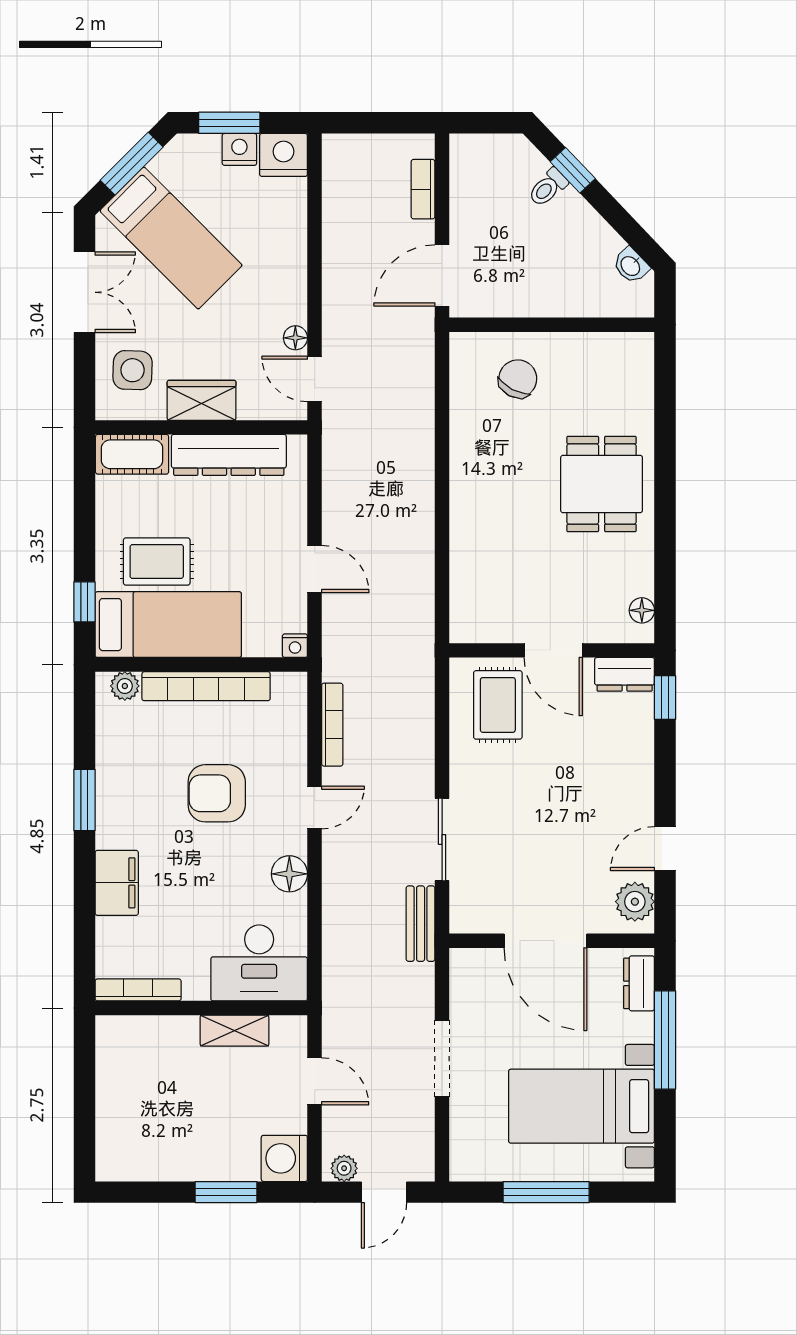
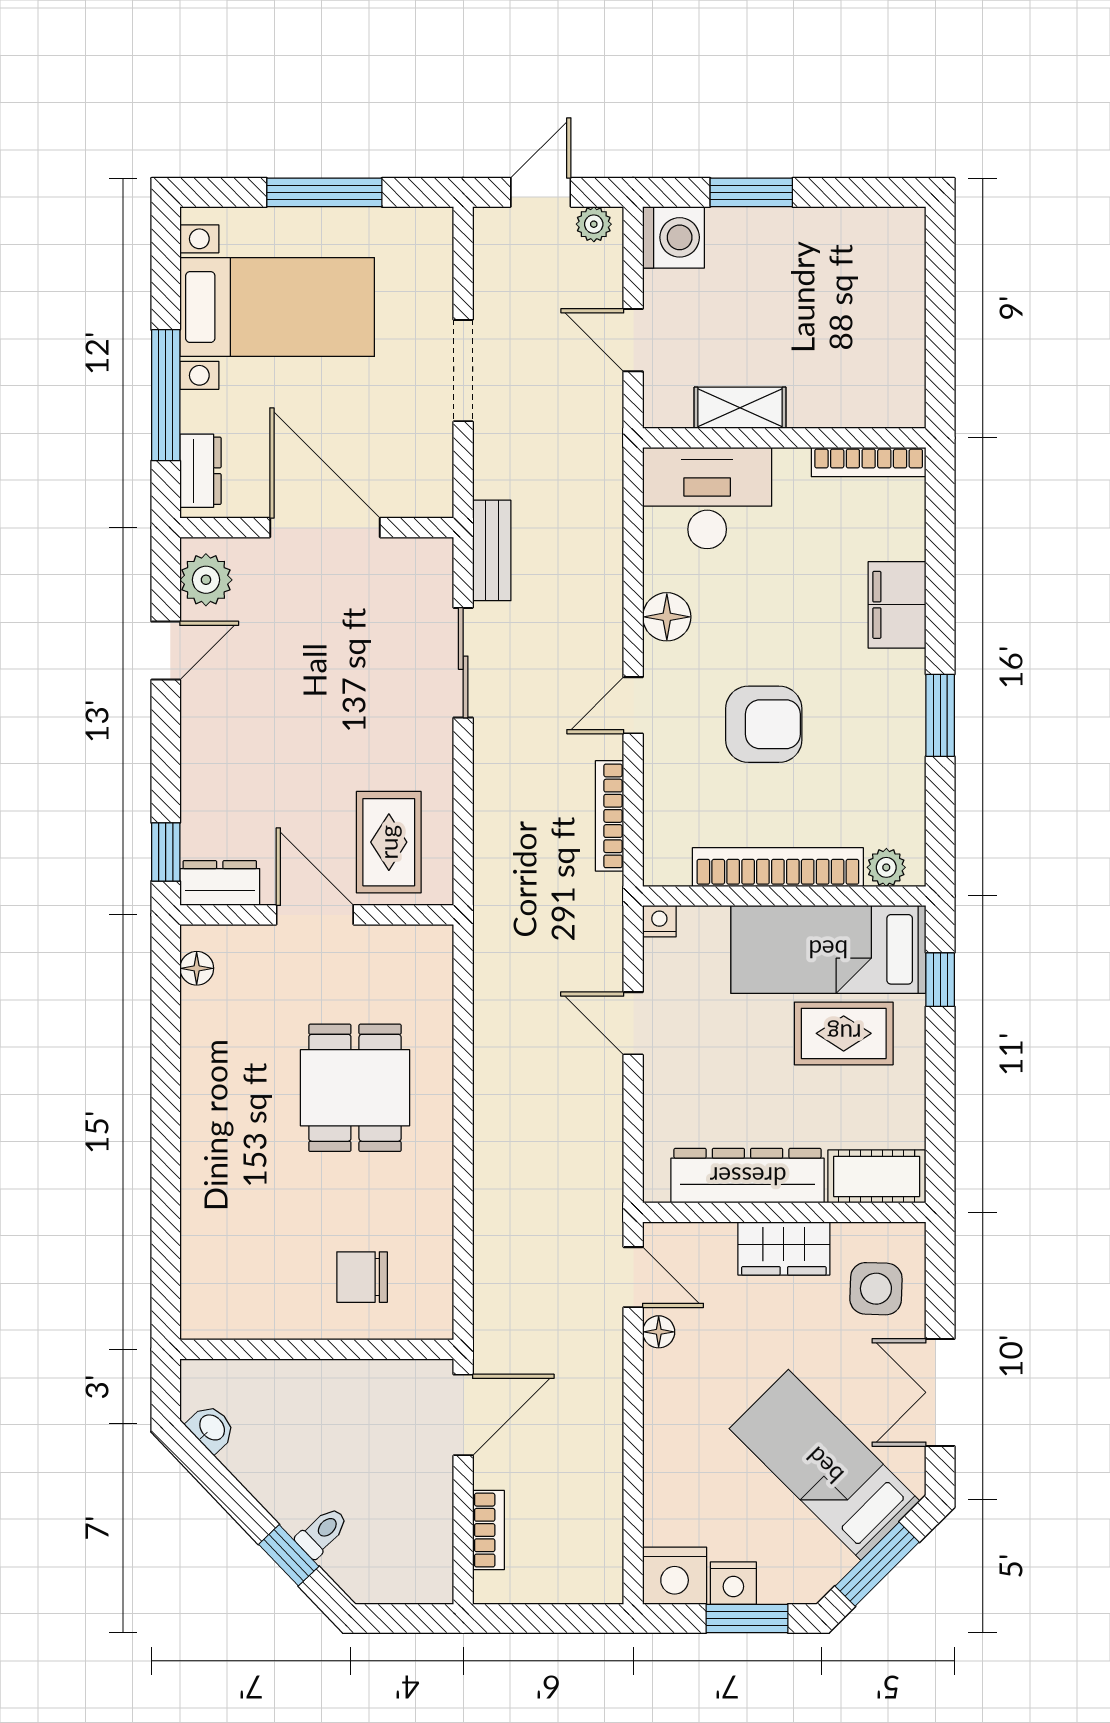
chair: (518, 379) -> (362, 1277), turned 62
dining table: (602, 484) -> (355, 1088), moved

